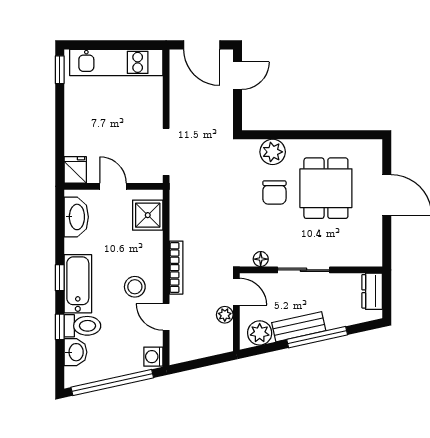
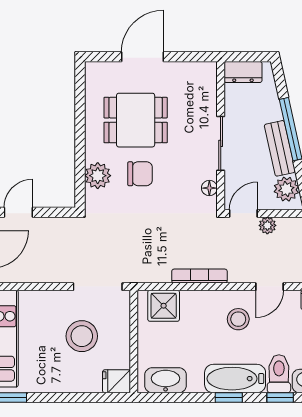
door: (237, 76) -> (18, 212), hinge flipped
stool: (119, 137) -> (82, 336), added
door: (113, 186) -> (134, 342), removed
bookcase: (176, 268) -> (199, 276), moved

